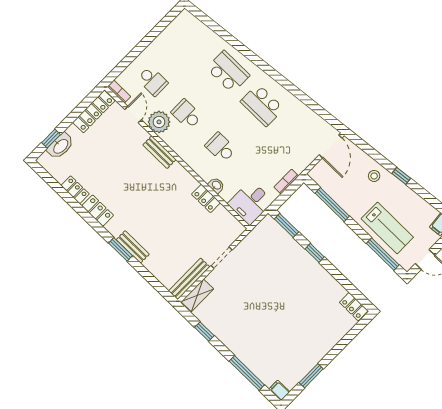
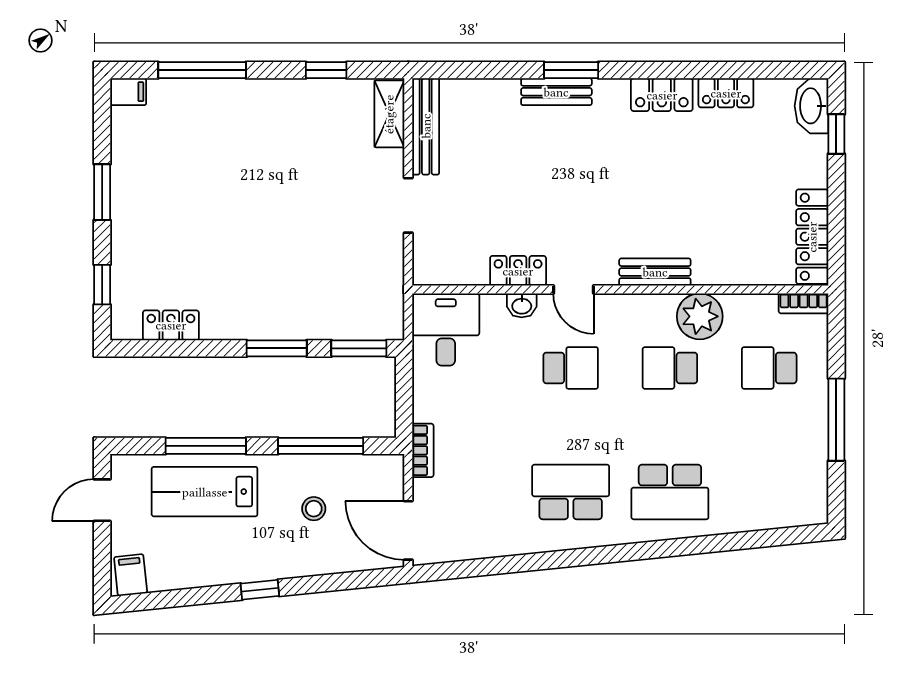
window: (147, 41) -> (836, 420), added
school desk: (187, 114) -> (670, 368), turned 180
door: (133, 115) -> (573, 290), moved
washbasin: (60, 146) -> (812, 106), moved
stool: (374, 176) -> (314, 509), moved
bookcase: (286, 182) -> (423, 450), moved
window: (315, 253) -> (277, 348), width x1.50
window: (383, 254) -> (206, 446), moved
locker: (354, 307) -> (171, 325), moved
window: (353, 333) -> (102, 285), added
window: (311, 376) -> (102, 192), moved

